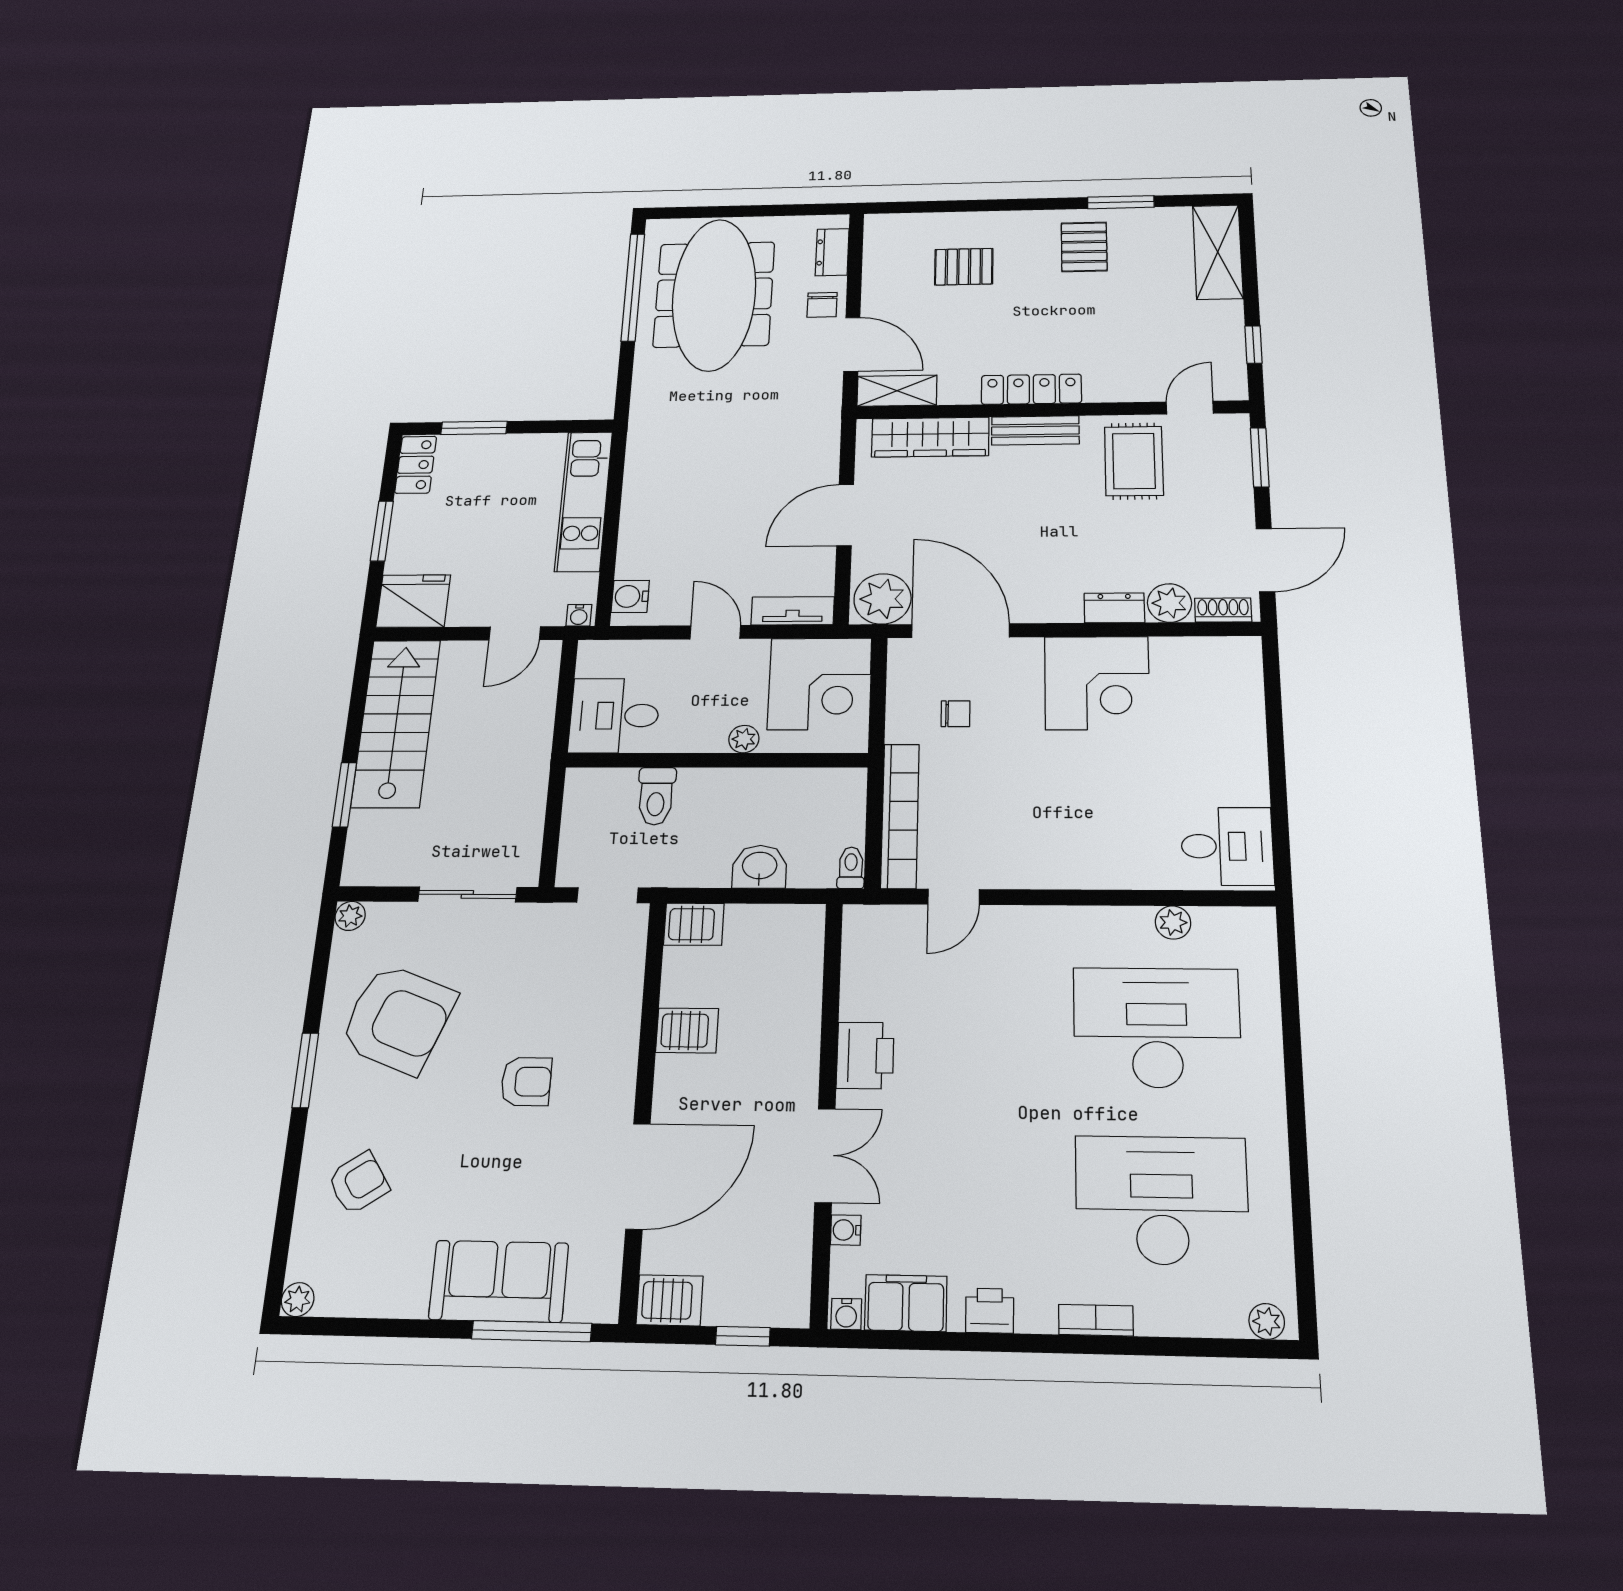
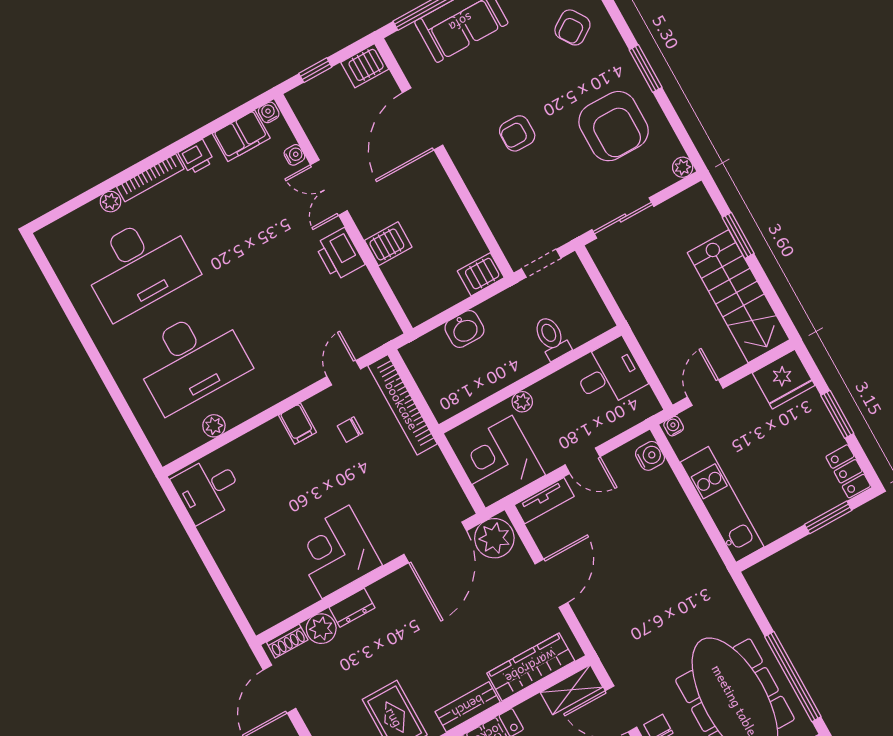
door: (960, 631) -> (435, 542), hinge flipped
chair: (955, 714) -> (350, 430), moved
filing cabinet: (1055, 865) -> (297, 424), added
toilet: (851, 868) -> (412, 358), removed
armchair: (398, 1019) -> (614, 126), turned -111
server rack: (687, 1030) -> (388, 244), moved, turned 180
bookcase: (1096, 1320) -> (150, 178), width x1.56
plant: (1267, 1321) -> (111, 202), moved

